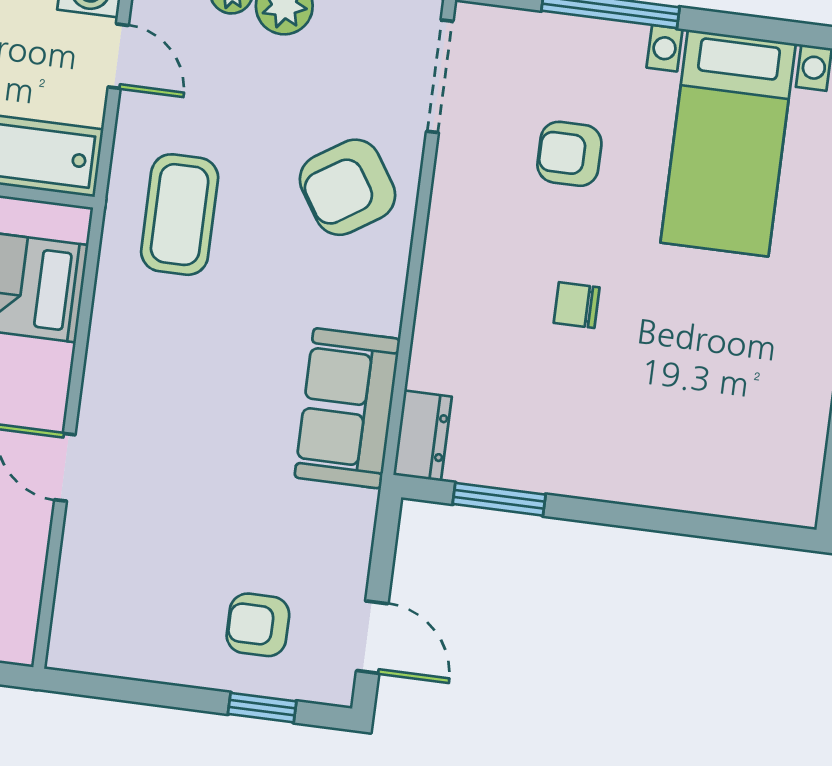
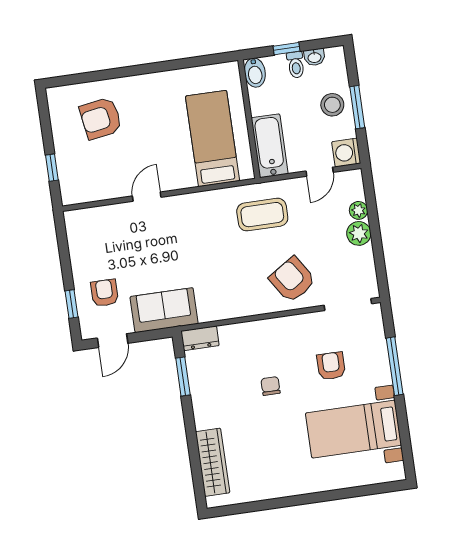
sofa: (347, 408) -> (164, 310), moved
wardrobe: (714, 486) -> (213, 462), added

